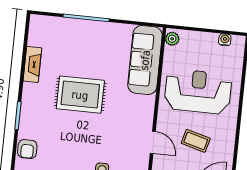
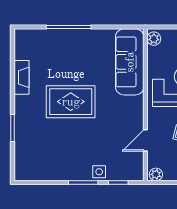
door: (153, 142) -> (145, 140), swing flipped
armchair: (27, 149) -> (25, 160), removed

